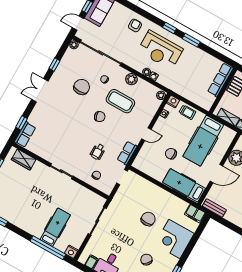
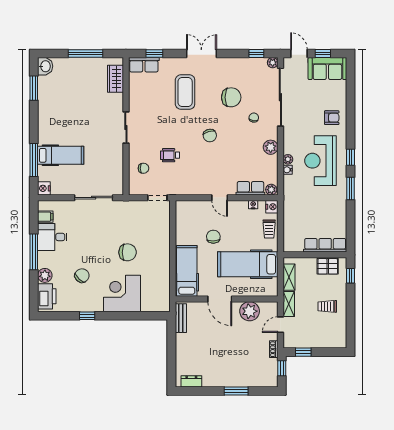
window: (54, 65) -> (256, 54), moved
coffee table: (120, 101) -> (185, 92), moved
row of seats: (127, 153) -> (250, 188), moved
filing cabinet: (195, 214) -> (162, 300), removed
window: (48, 248) -> (34, 160), width x0.68

